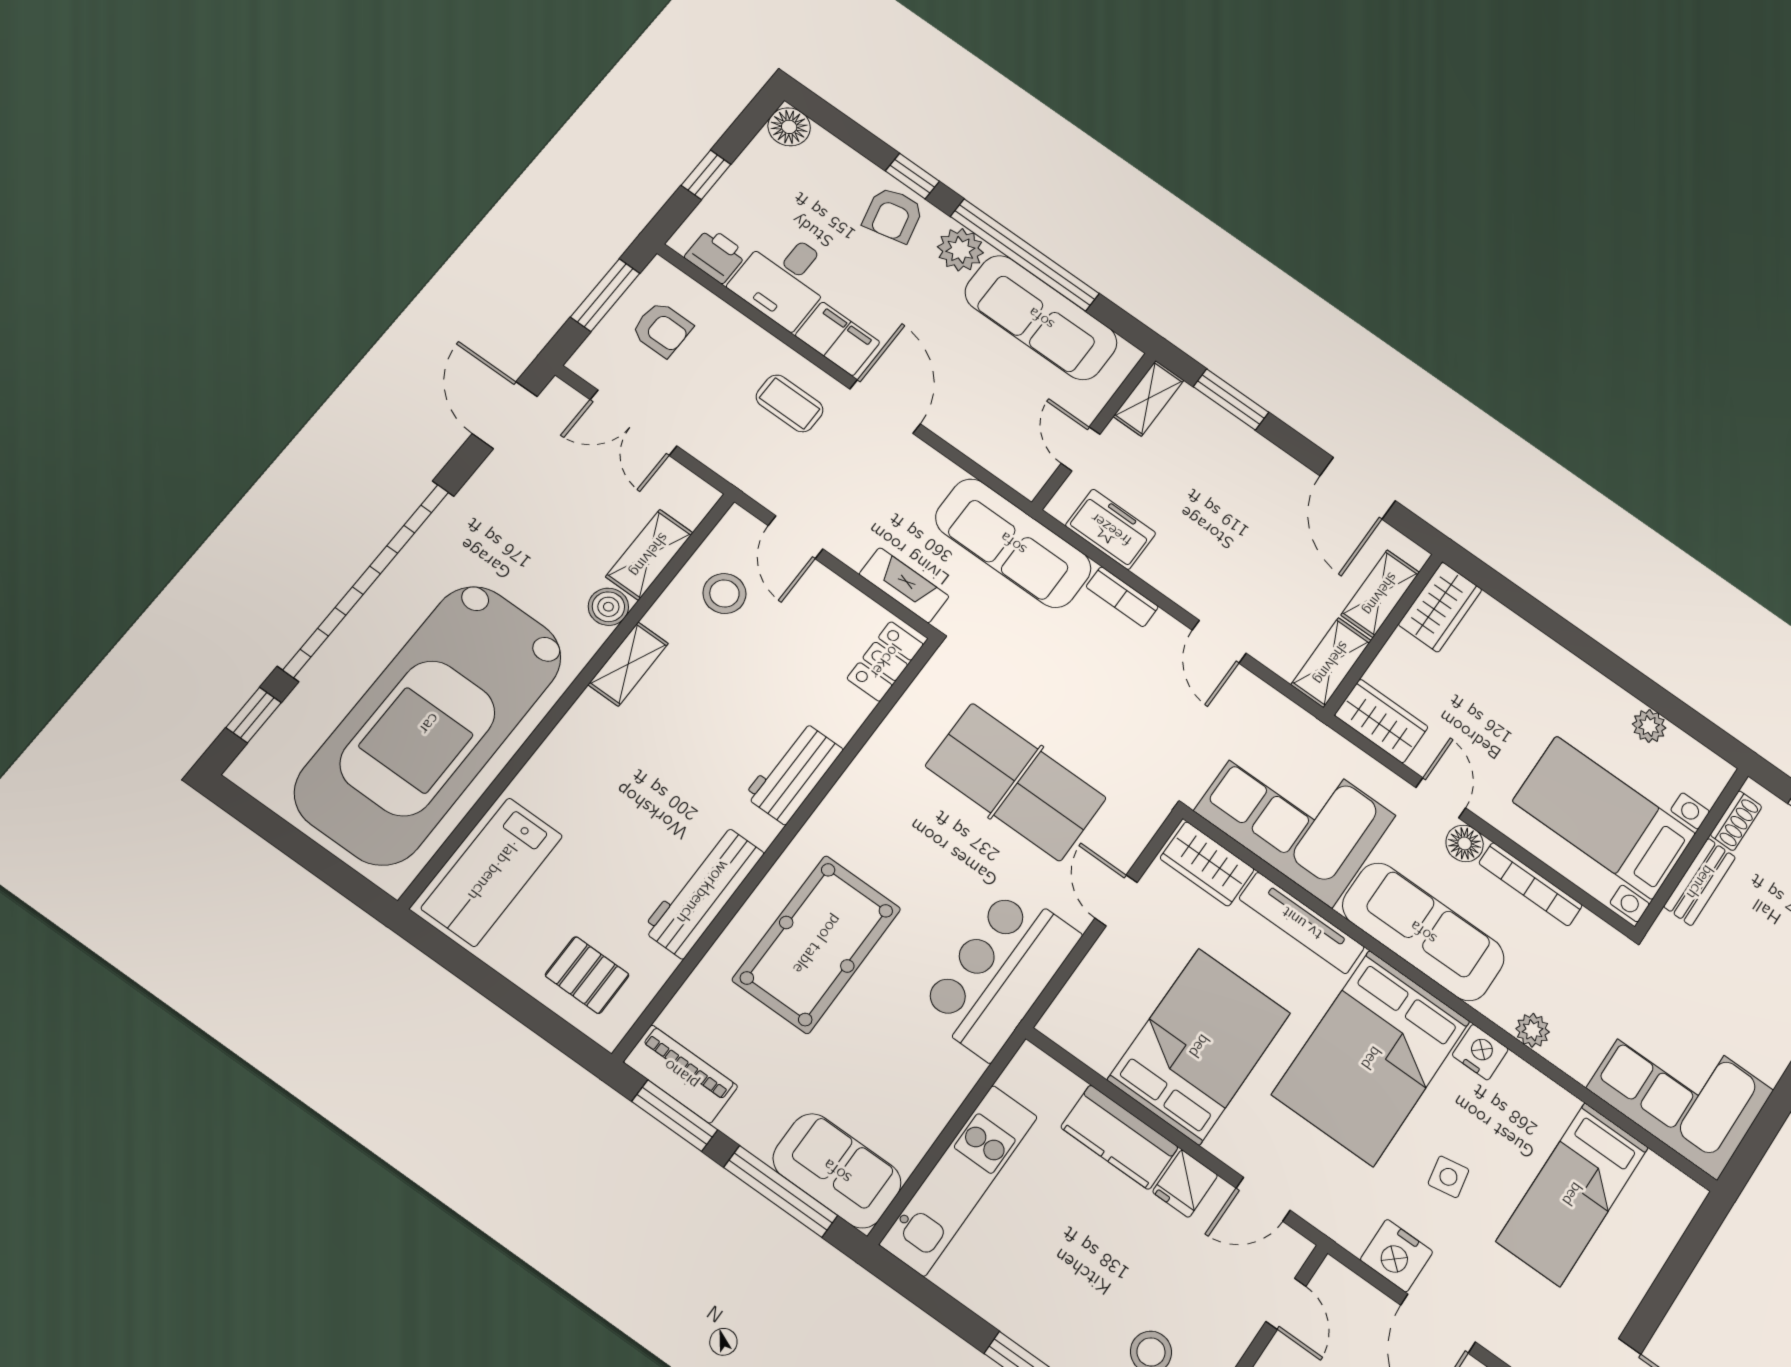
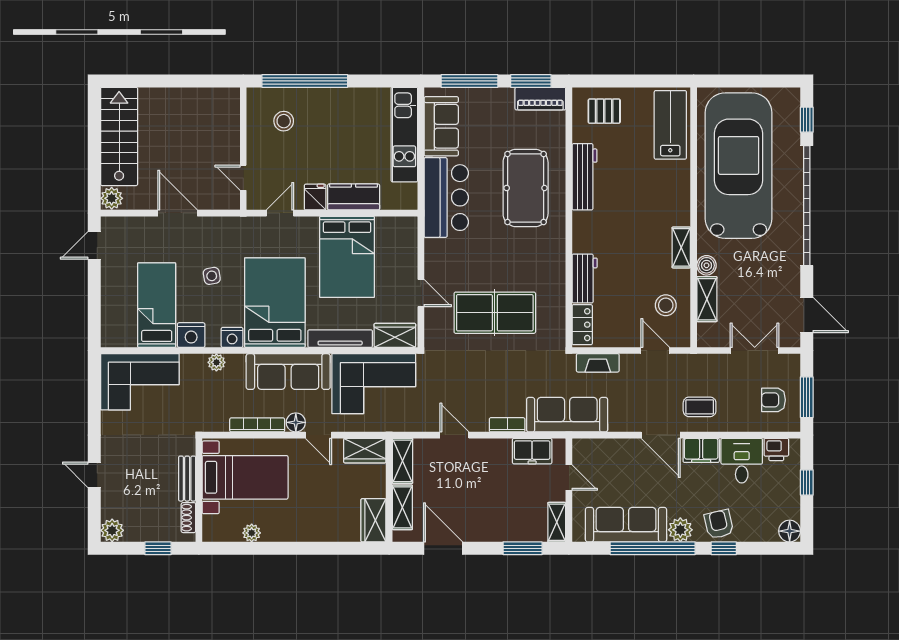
workbench: (794, 773) -> (585, 279), moved
bar counter: (1000, 973) -> (446, 198), moved
sofa: (837, 1171) -> (441, 126), moved, turned -90
nightstand: (1396, 1256) -> (191, 335), moved, turned 180

